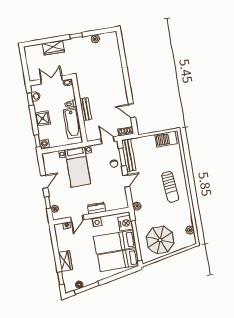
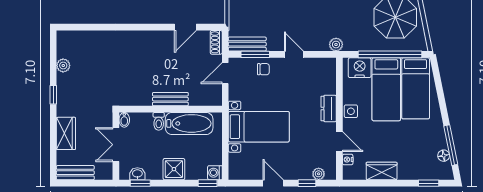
bench: (30, 58) -> (75, 173), added
bench: (129, 155) -> (247, 44), width x0.73
wardrobe: (65, 261) -> (382, 171), moved

